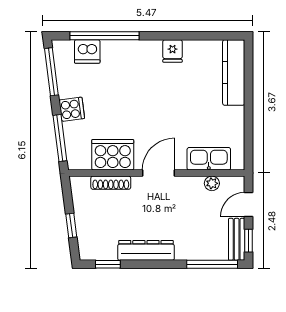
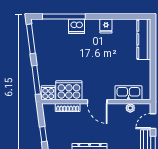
dishwasher: (87, 51) -> (77, 26), moved
cooker: (72, 109) -> (48, 93), moved, turned -83
door: (158, 173) -> (97, 102), swing flipped

